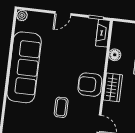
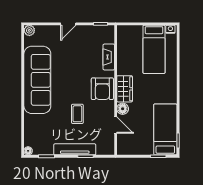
fireplace: (103, 33) -> (109, 57), moved
floor lamp: (115, 55) -> (123, 109), moved
armchair: (90, 85) -> (102, 89), turned -90

